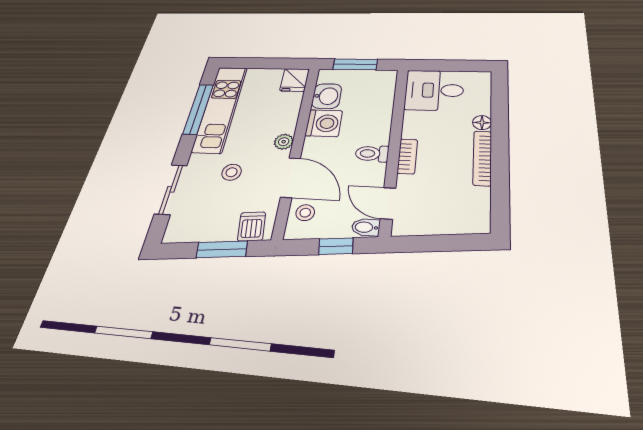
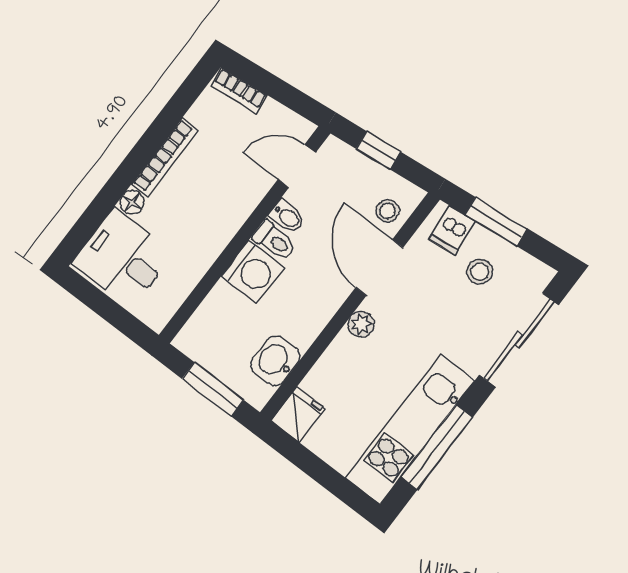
desk: (434, 90) -> (123, 258), moved, turned 180
washing machine: (324, 123) -> (253, 272), moved, turned 180
bookcase: (407, 156) -> (239, 90), moved, turned -96
stool: (232, 172) -> (480, 272), moved
sliding door: (171, 189) -> (519, 340), width x1.37
door: (388, 203) -> (297, 166), swing flipped
bidet: (366, 227) -> (287, 217), moved

